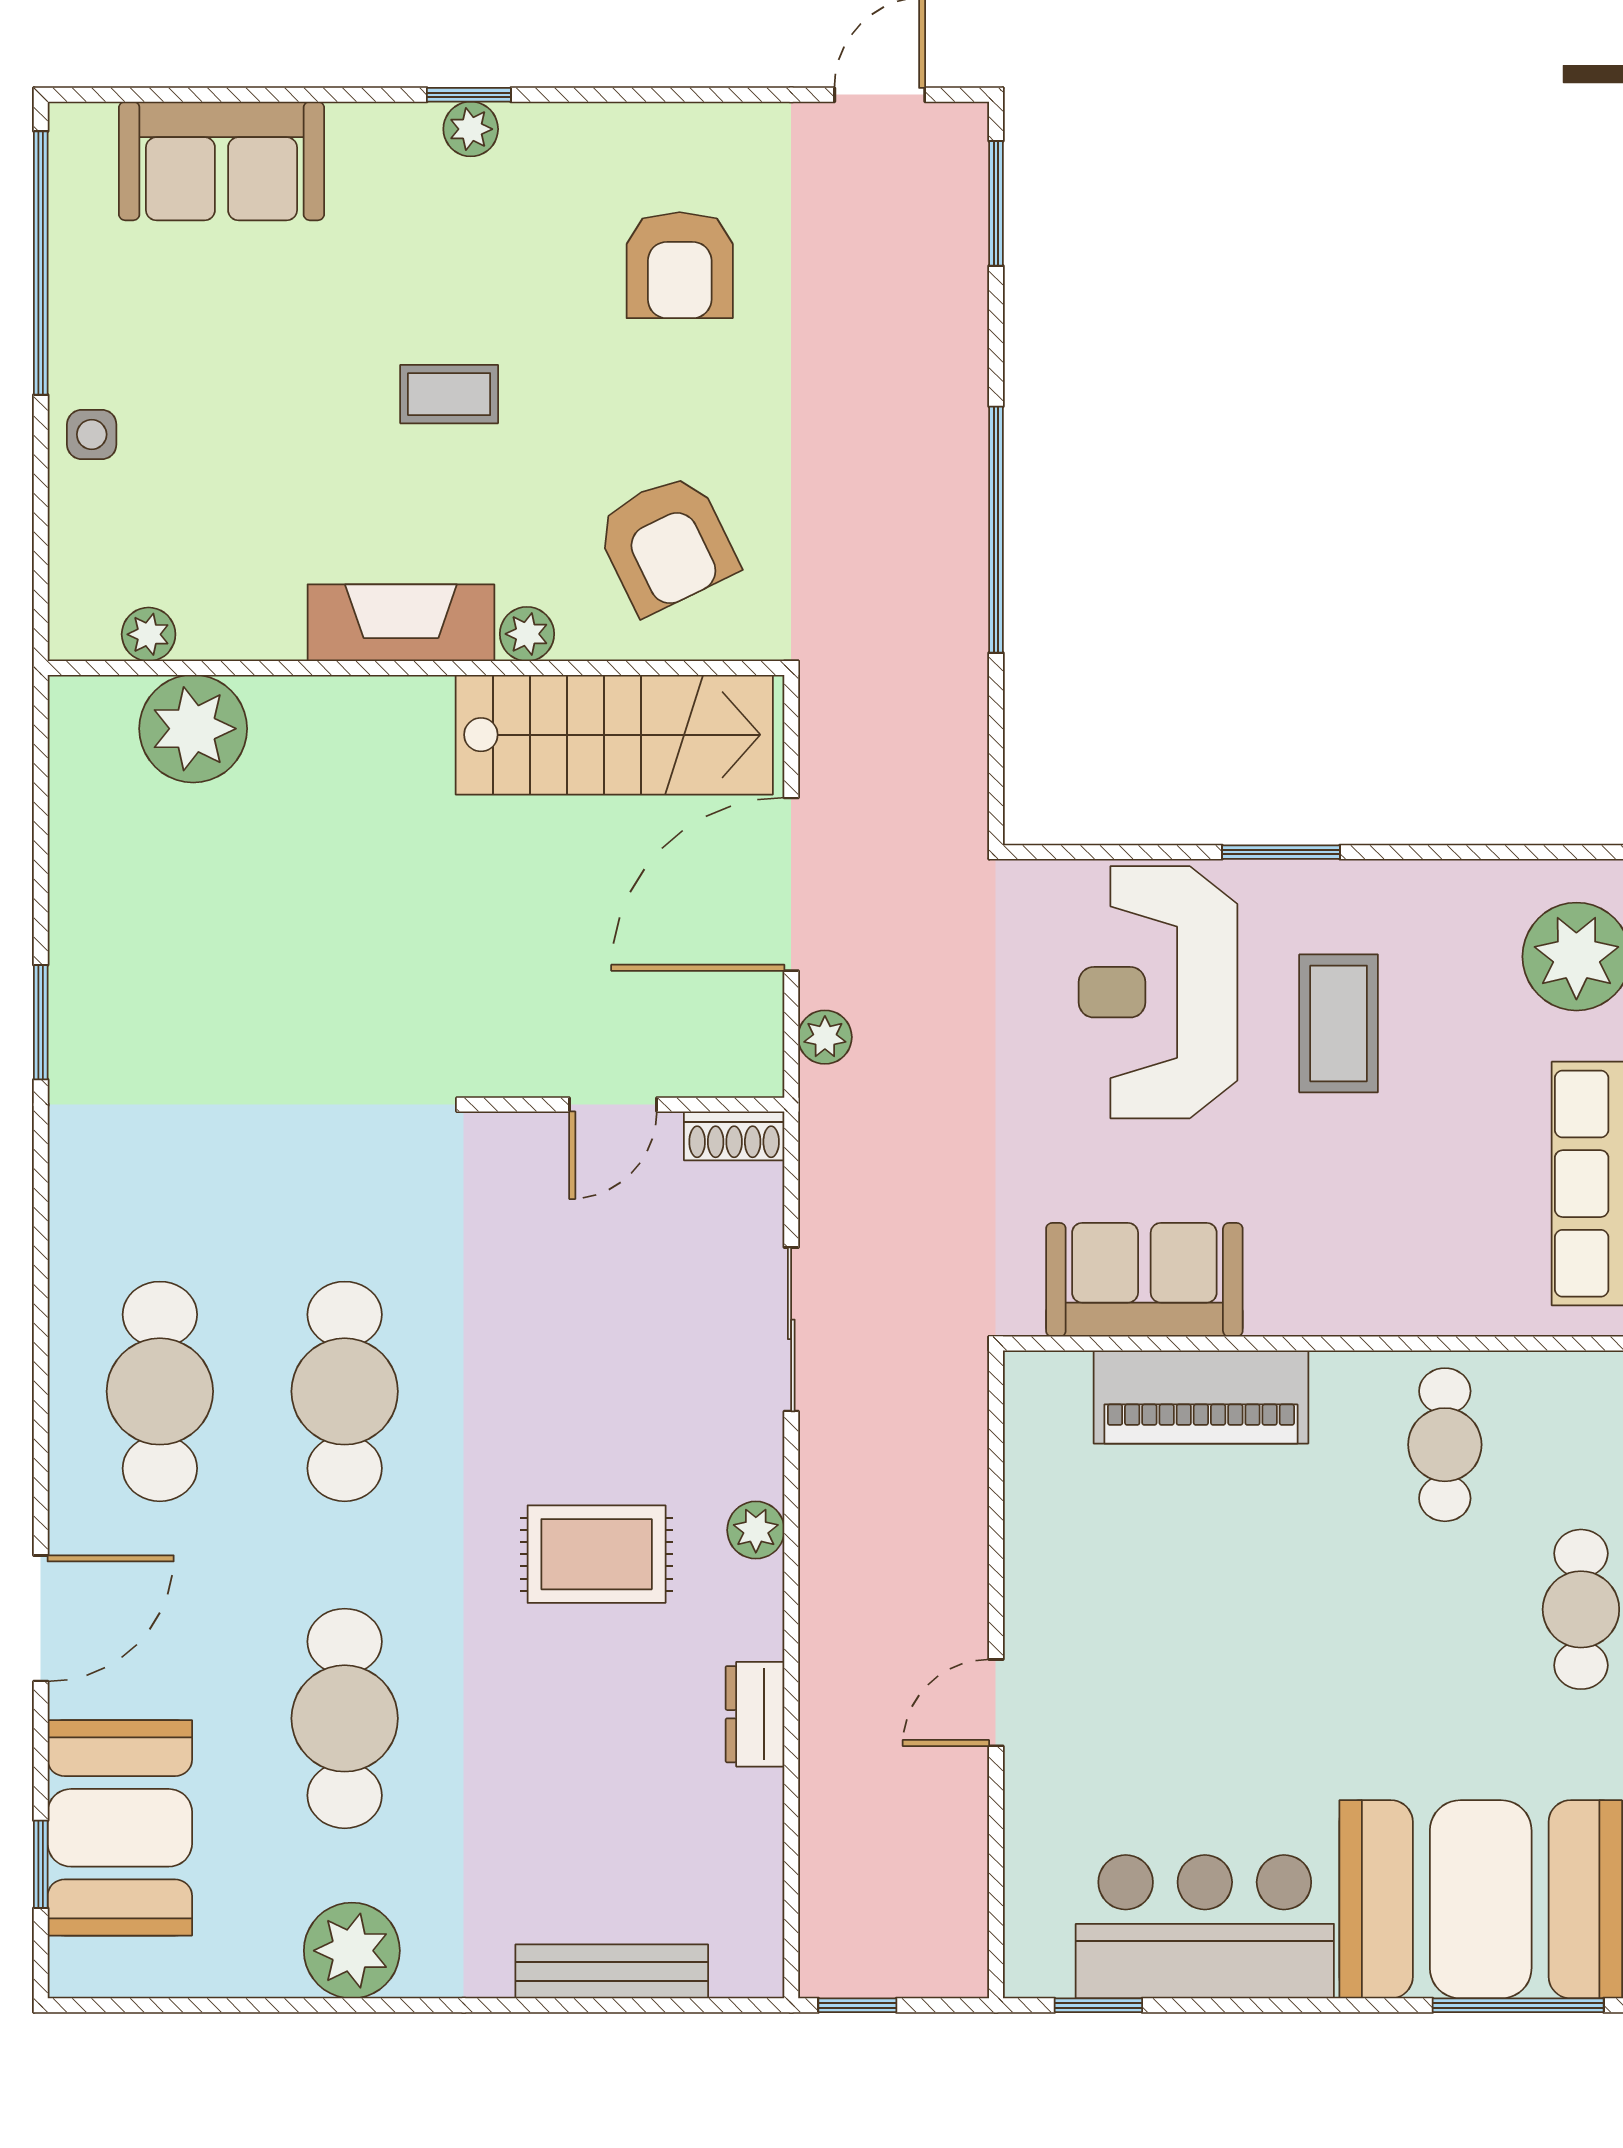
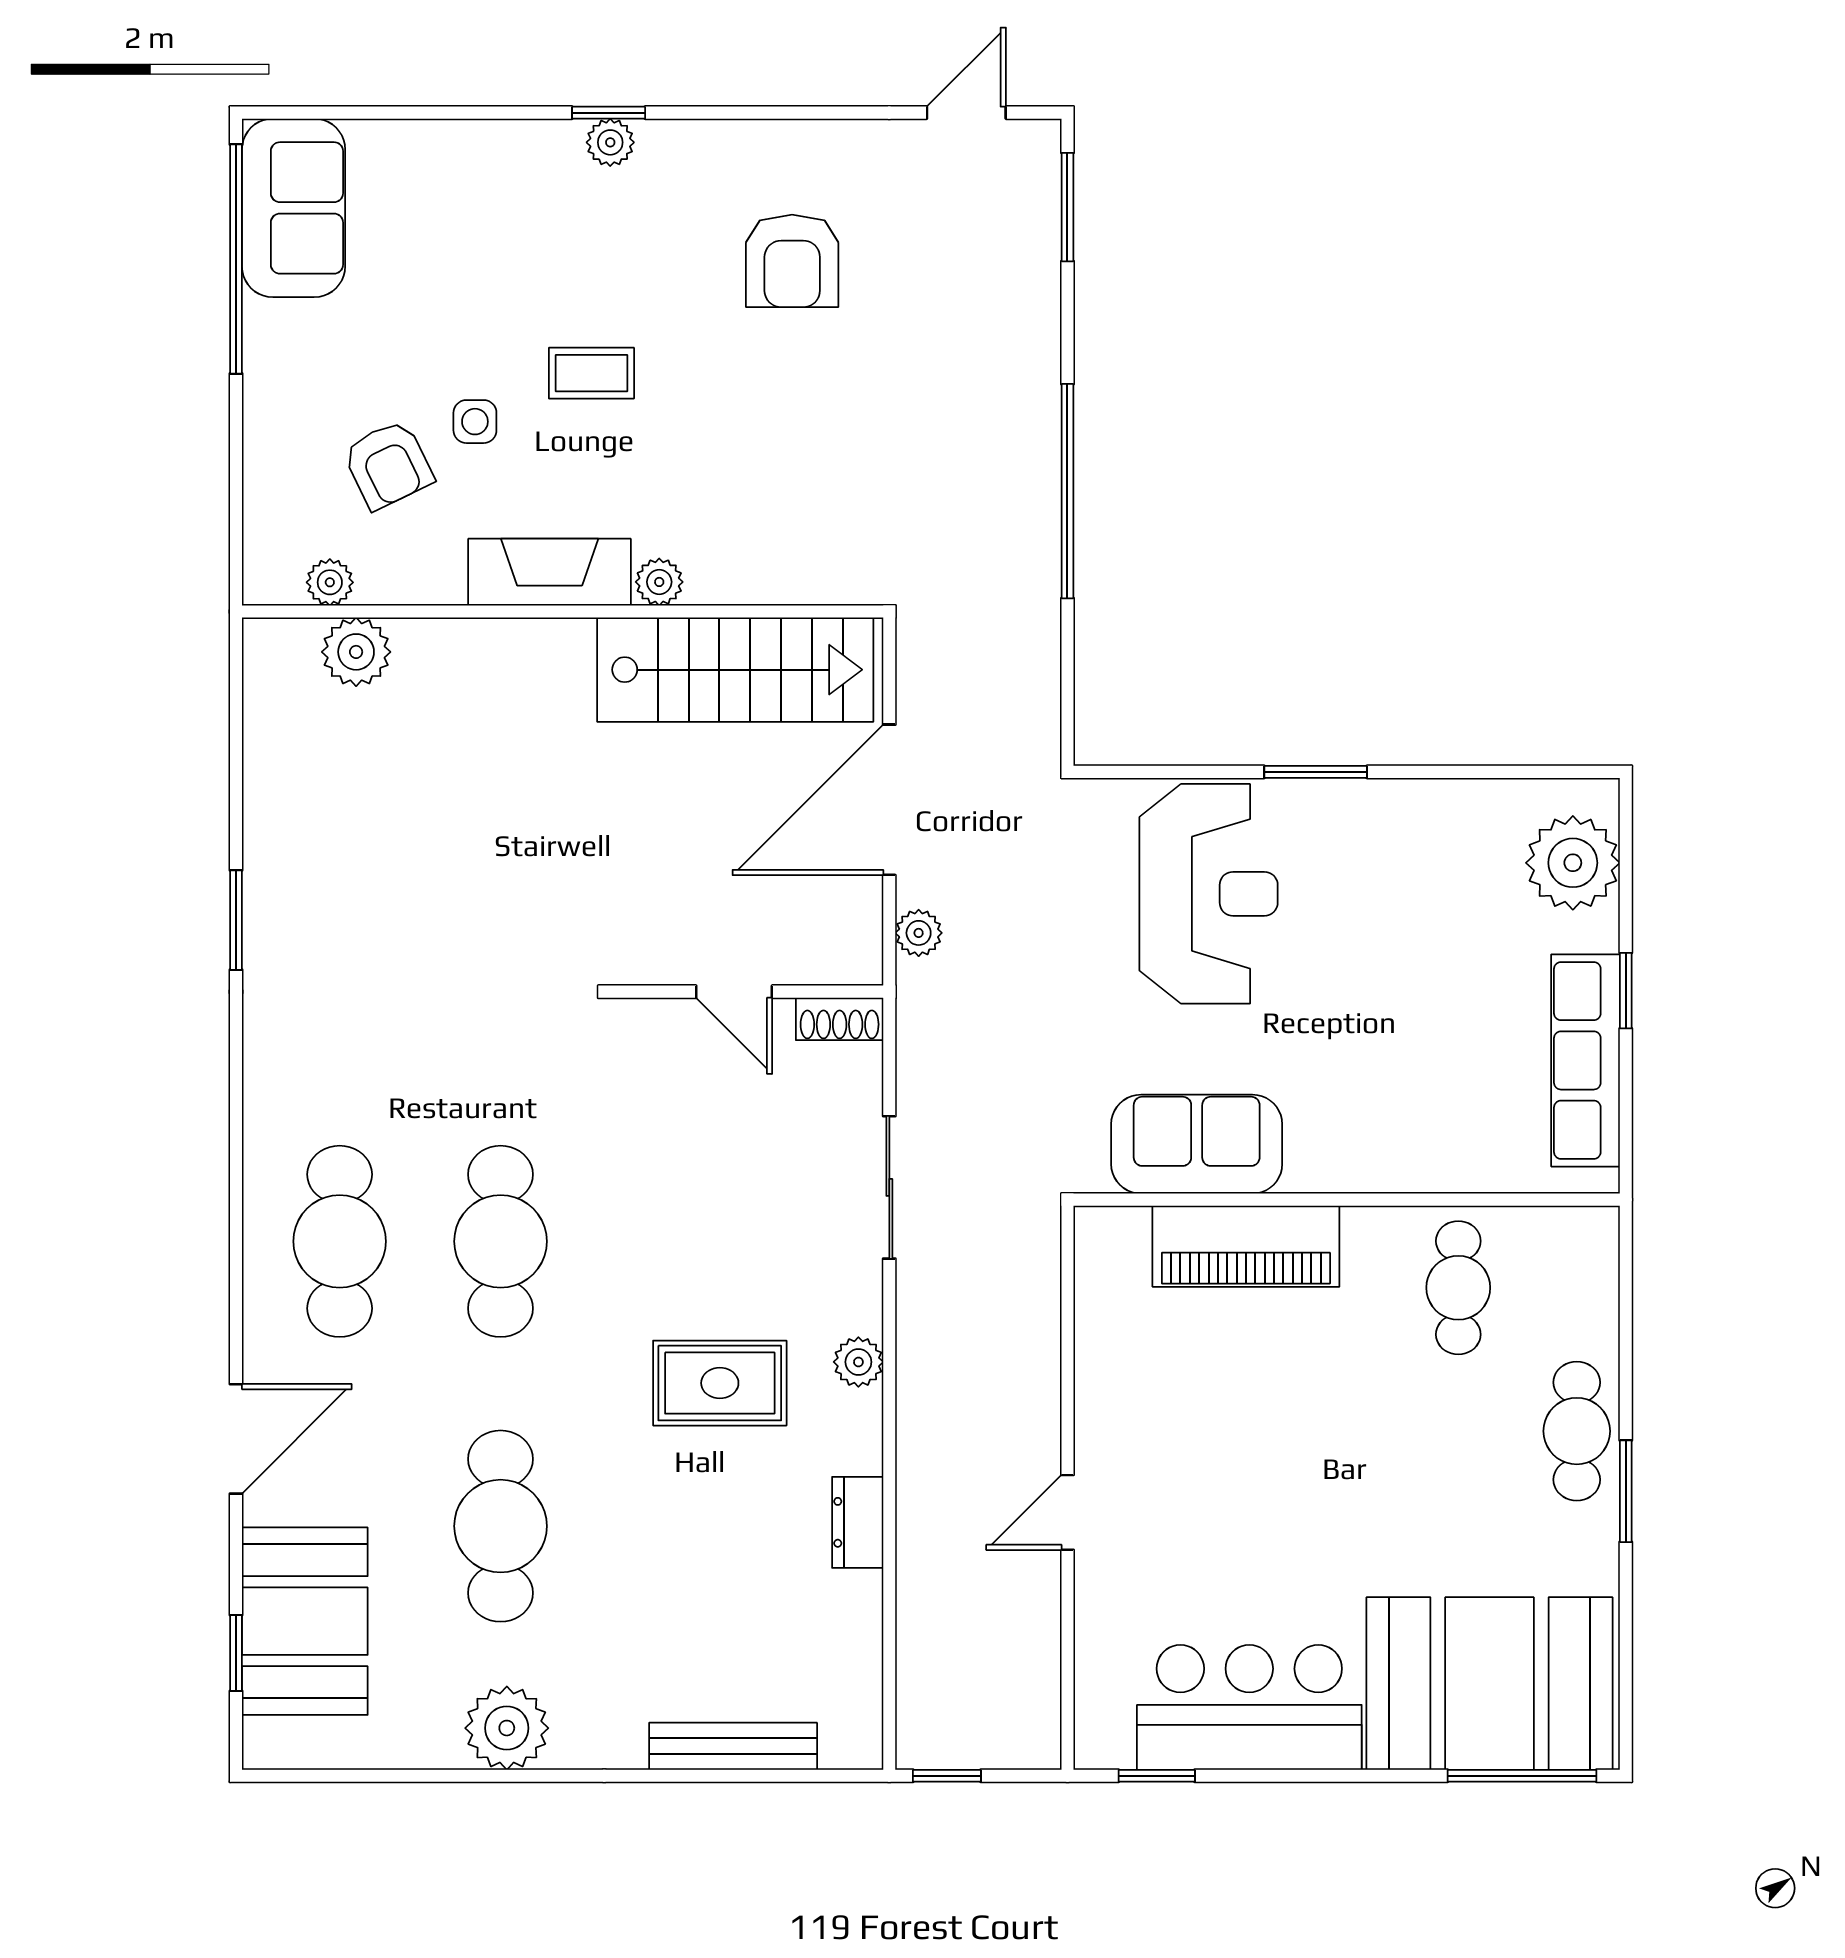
sofa: (222, 161) -> (294, 208), moved, turned -90
side table: (92, 434) -> (475, 422), moved
armchair: (666, 544) -> (388, 465), moved, width x0.72, depth x0.72
plant: (193, 729) -> (356, 652), width x0.73, depth x0.73
reception desk: (1158, 992) -> (1209, 894), turned 180
coffee table: (1339, 1023) -> (1366, 921), removed
door: (613, 1105) -> (734, 992), hinge flipped

